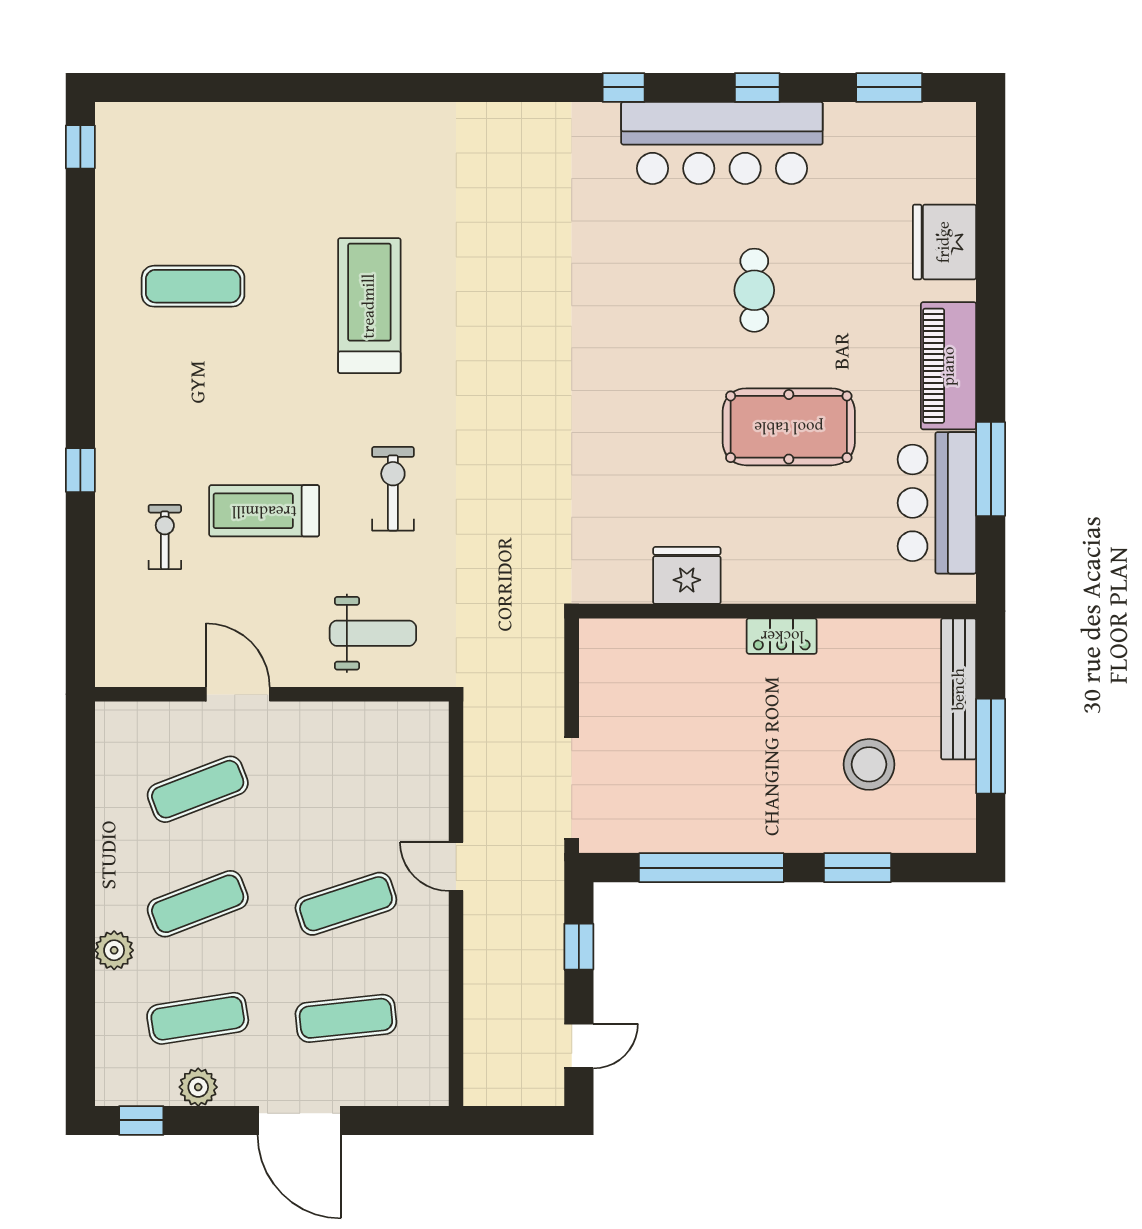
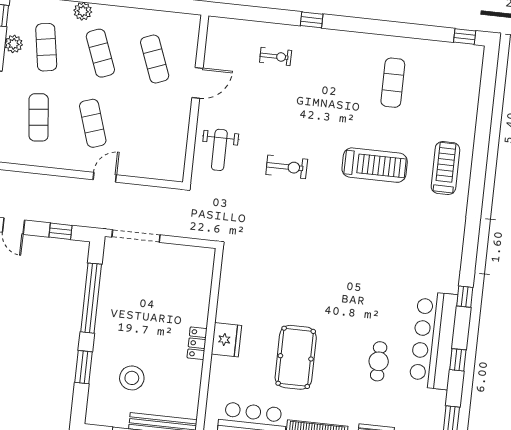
cafe table: (754, 290) -> (379, 361), moved, turned 90
treadmill: (264, 511) -> (445, 168), moved
fridge: (687, 575) -> (226, 340), moved

